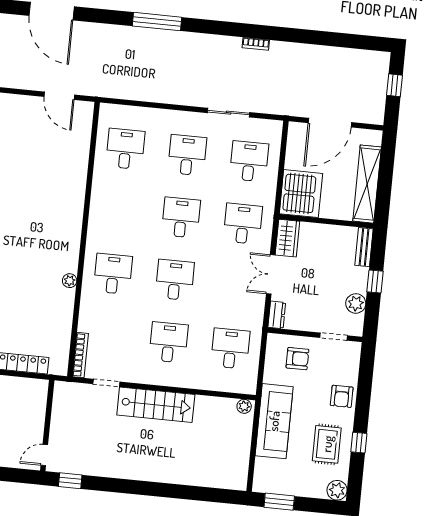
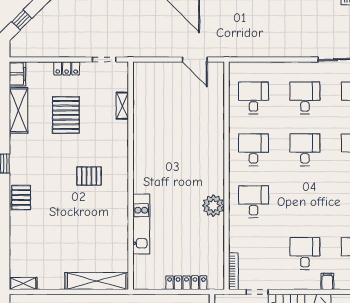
desk: (175, 280) -> (254, 150), moved
plant: (70, 281) -> (213, 206), width x1.88, depth x1.88
filing cabinet: (192, 379) -> (327, 281), added

